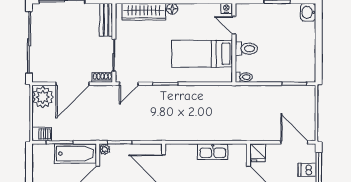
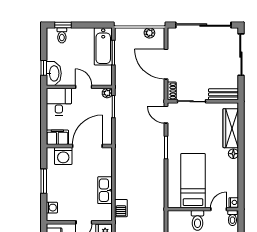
toilet: (244, 77) -> (232, 218), moved
plant: (43, 97) -> (149, 33), width x0.53, depth x0.53
barbecue: (42, 134) -> (121, 208), moved
bathtub: (75, 154) -> (103, 46), moved

